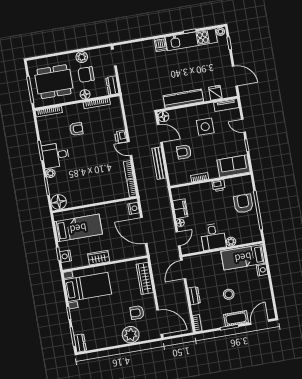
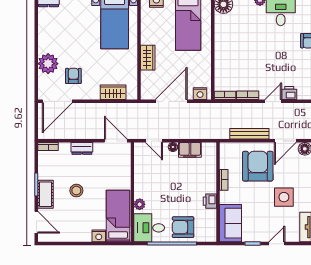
armchair: (184, 152) -> (258, 166), width x1.88, depth x1.88
armchair: (243, 204) -> (183, 227), turned 180
desk: (213, 237) -> (149, 228), moved
wardrobe: (99, 258) -> (148, 58), moved
wardrobe: (145, 278) -> (113, 92), width x0.67

